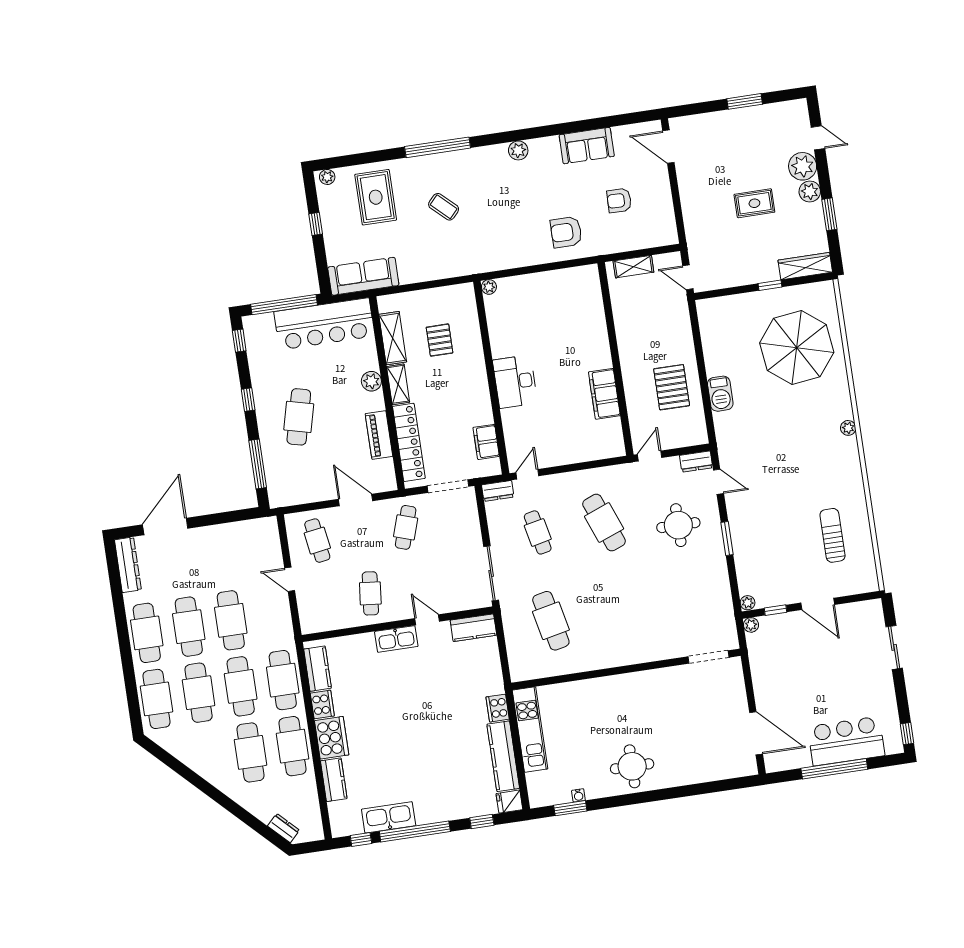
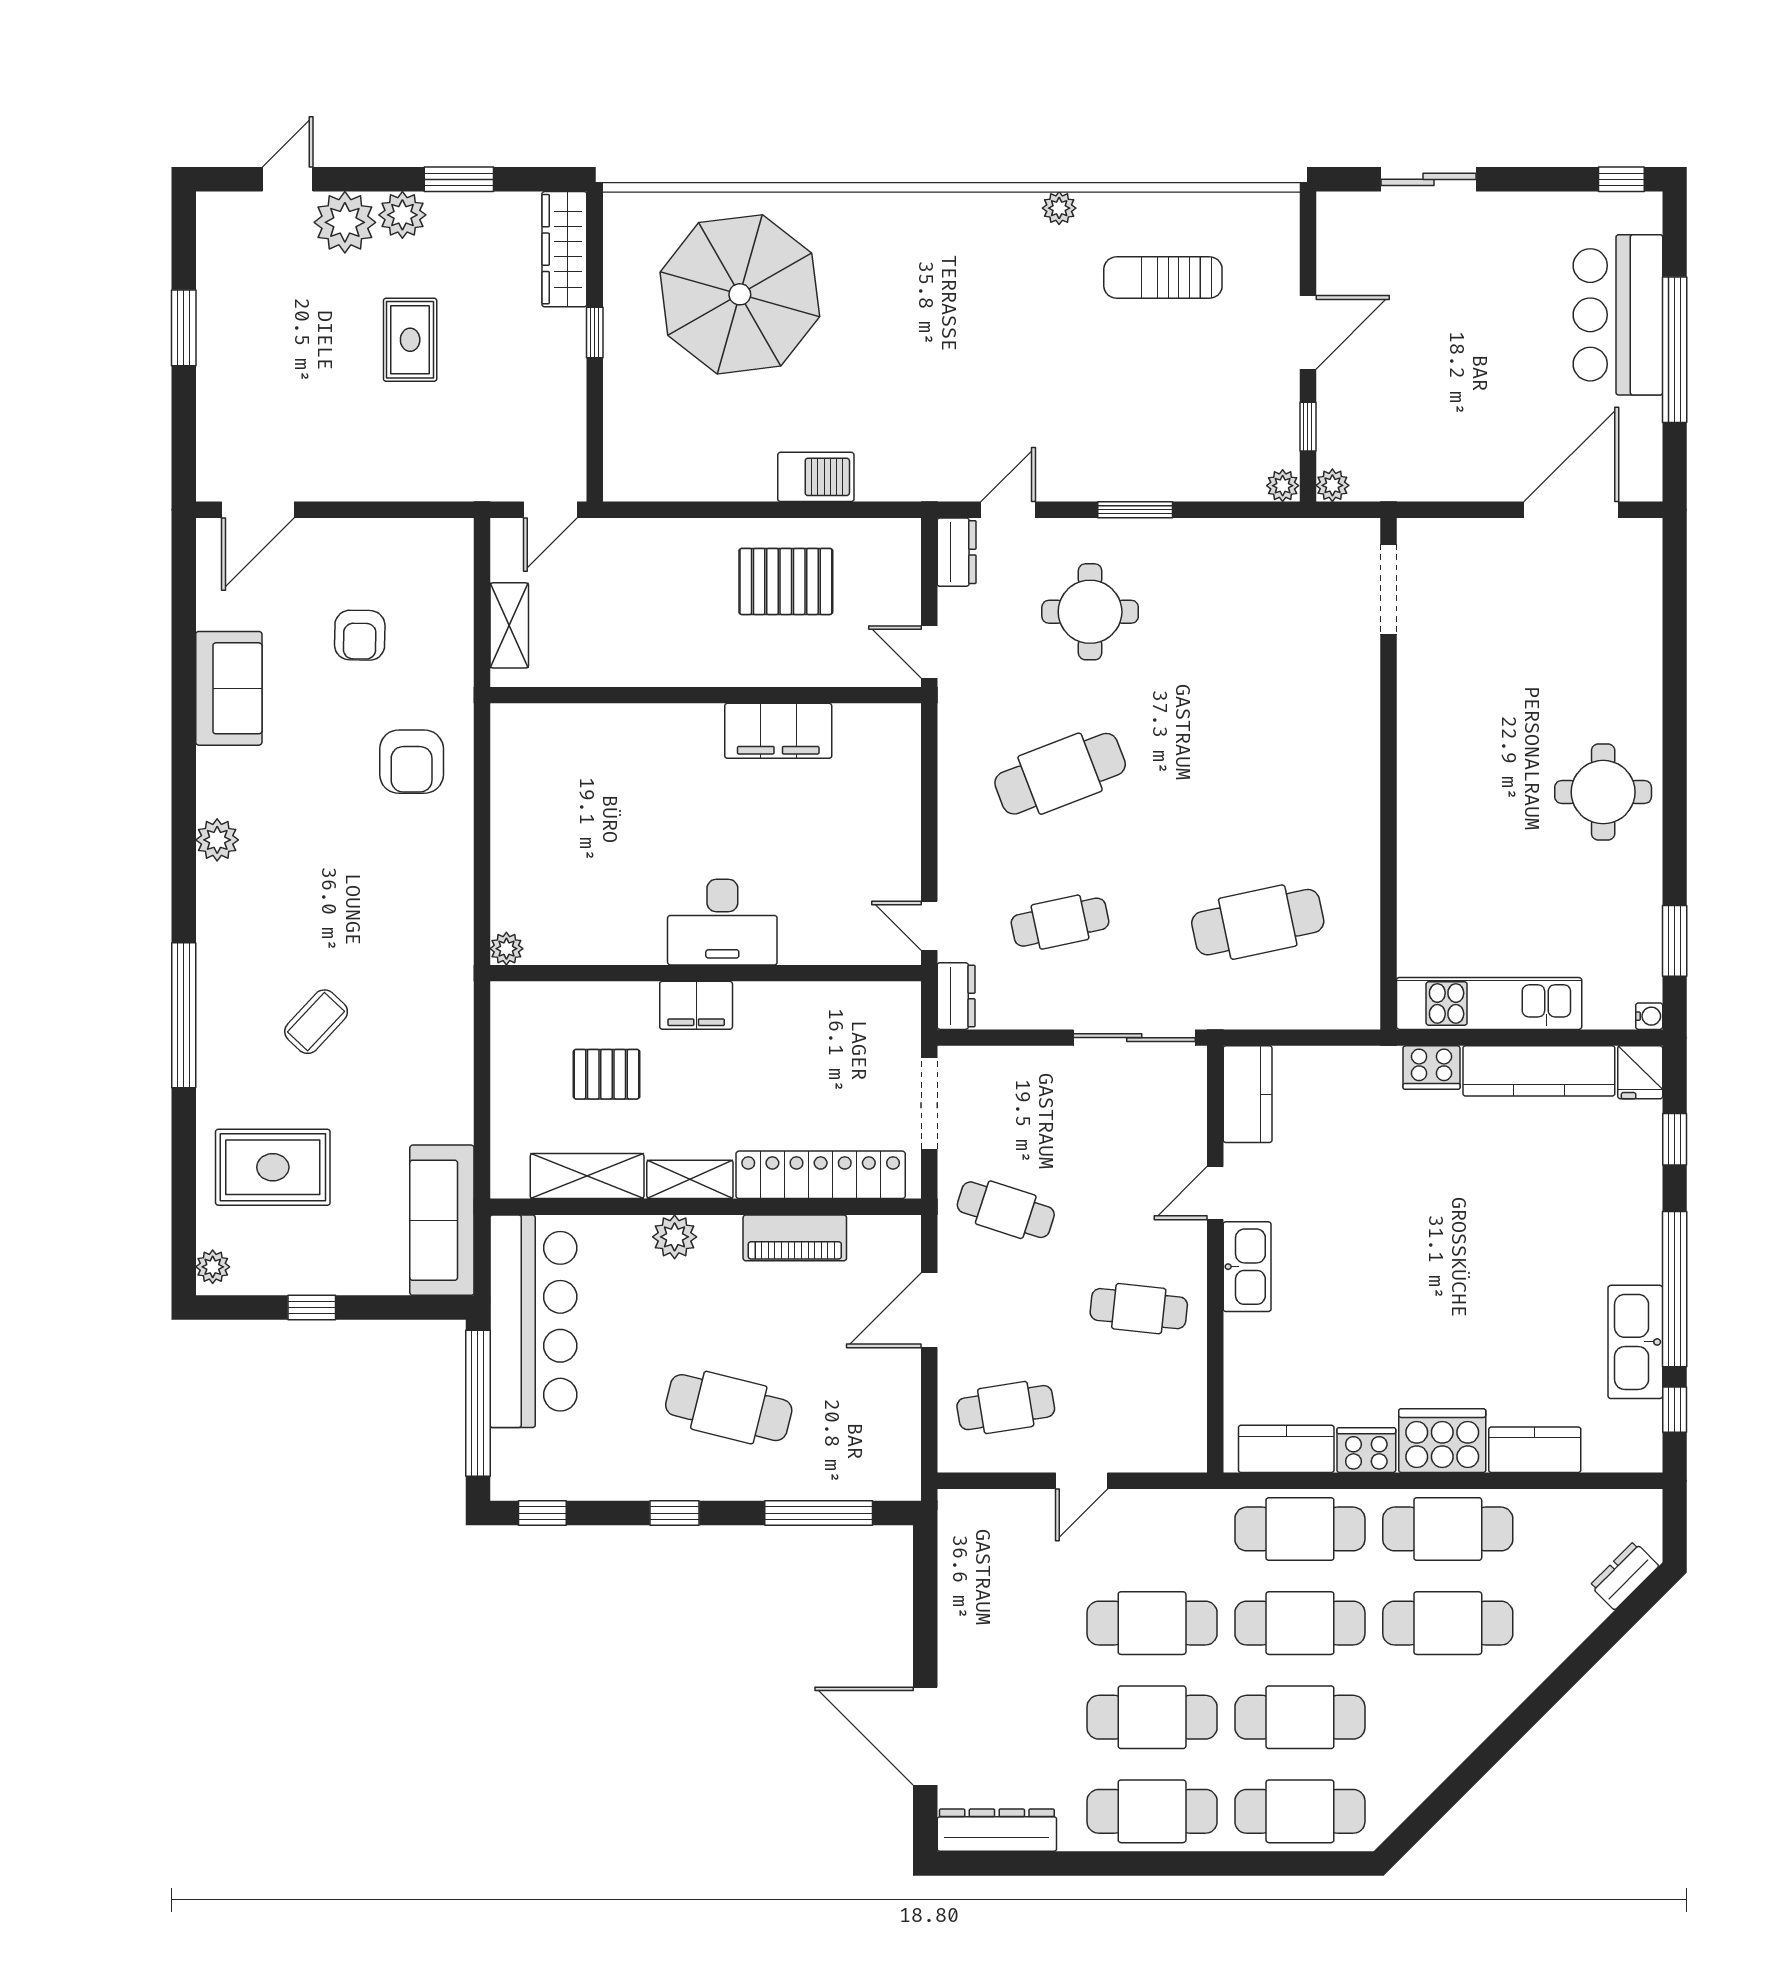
plant: (848, 428) -> (1059, 208), moved
filing cabinet: (486, 442) -> (696, 1005), moved
water cooler: (578, 795) -> (1649, 1016), moved

